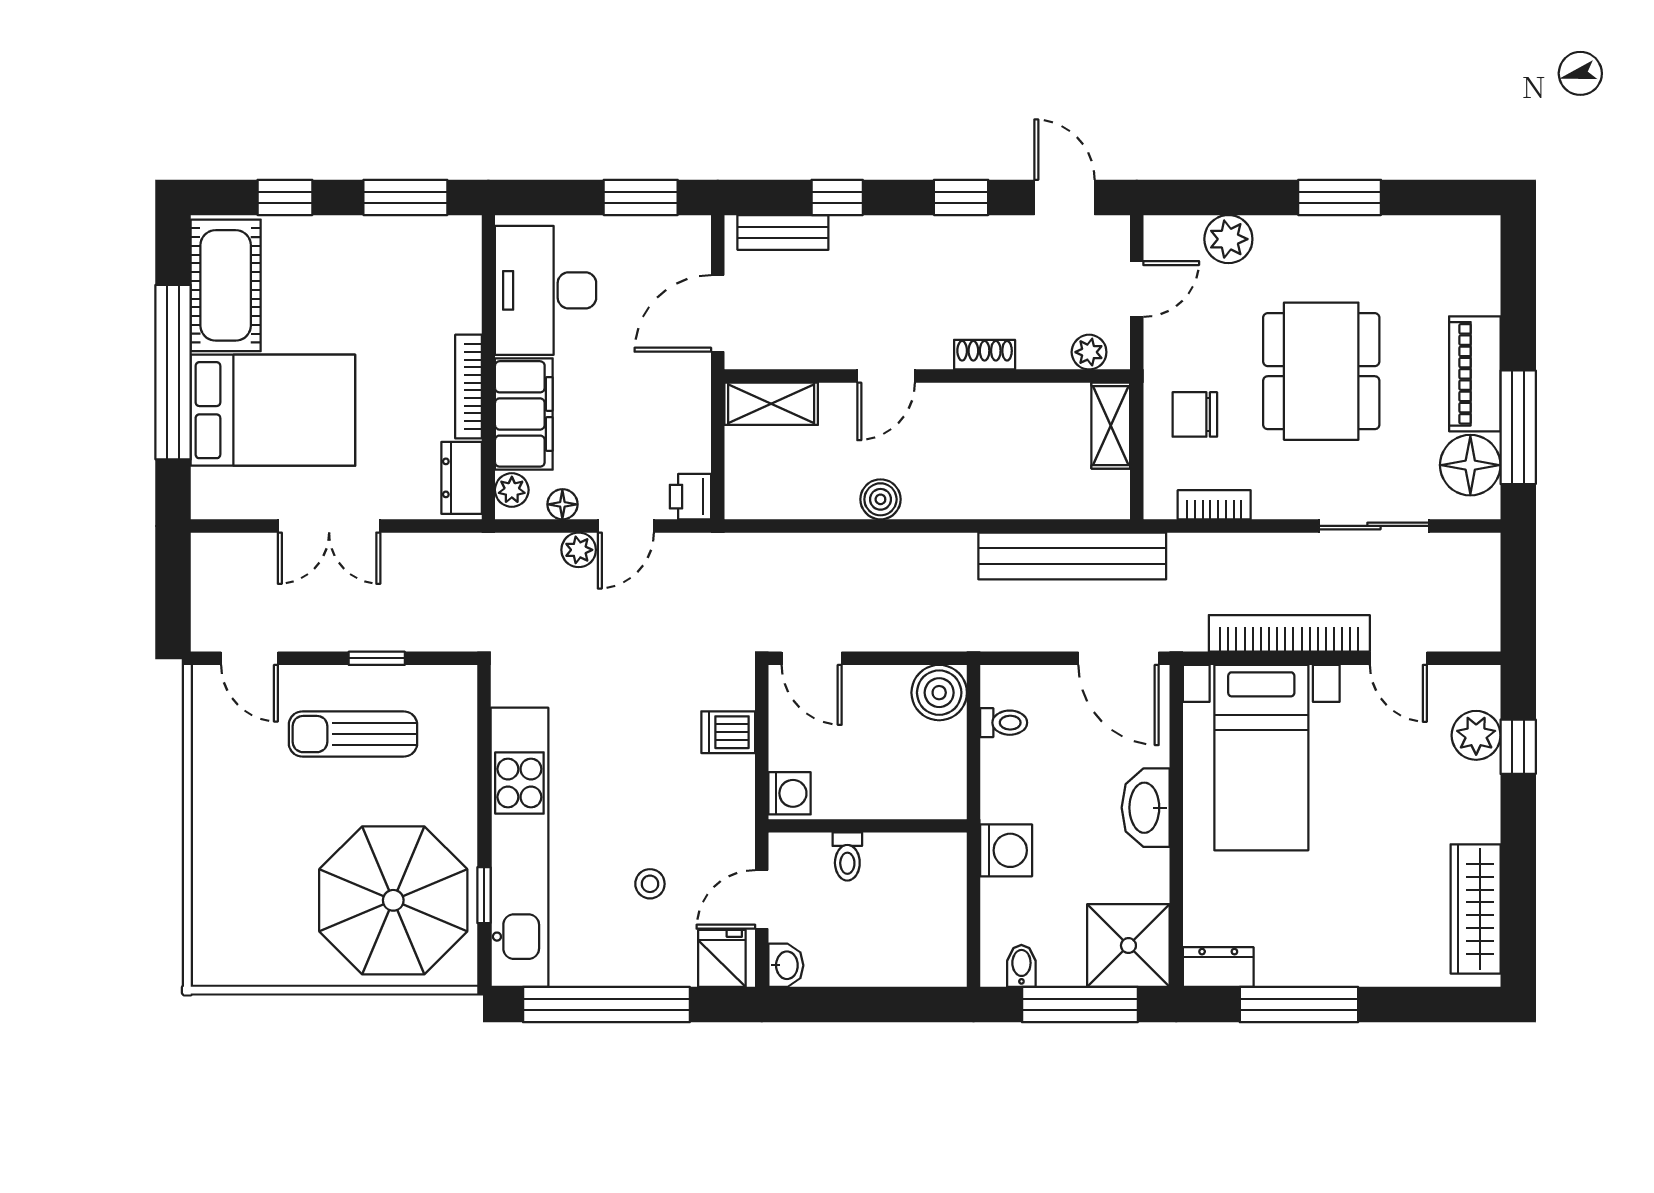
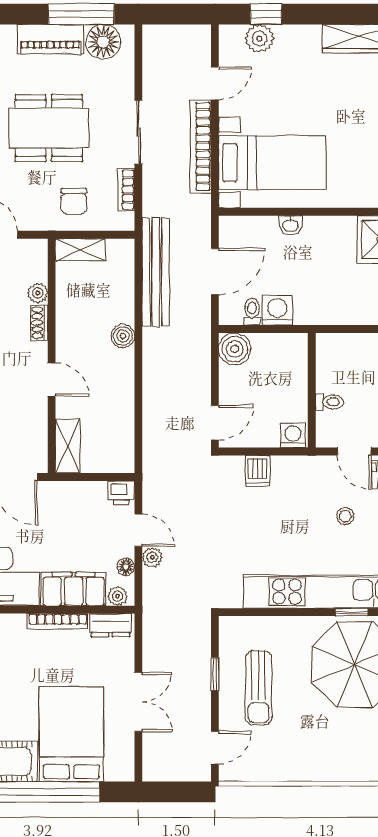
plant: (1089, 352) -> (38, 293), moved
boiler: (880, 499) -> (123, 336), moved
sliding door: (1374, 526) -> (138, 132), moved
door: (1119, 658) -> (215, 272), moved
washbasin: (1146, 808) -> (290, 225), width x0.52, depth x0.69
washing machine: (1006, 850) -> (277, 310), moved

